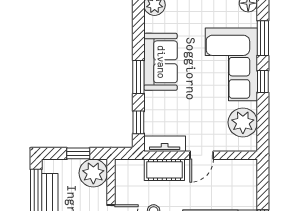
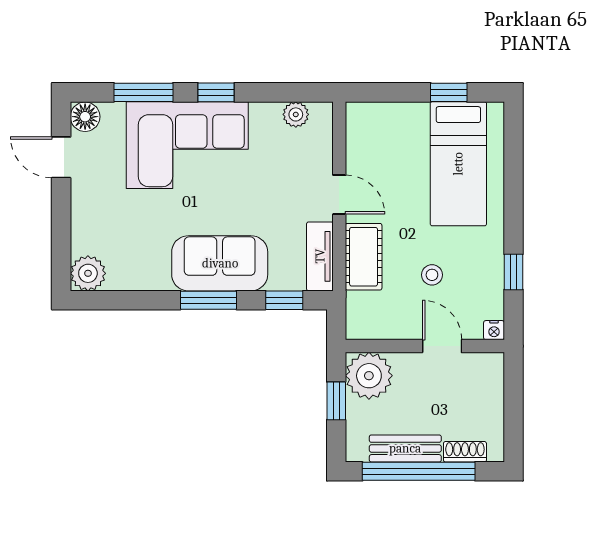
sofa: (161, 62) -> (220, 263), moved
plant: (243, 122) -> (296, 114), width x0.53, depth x0.53

